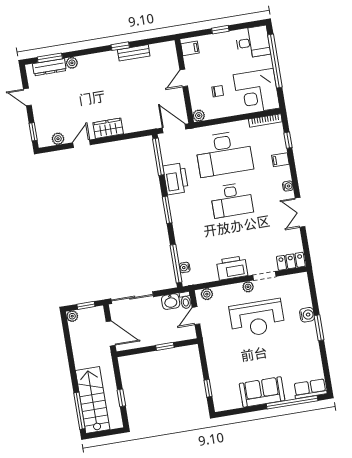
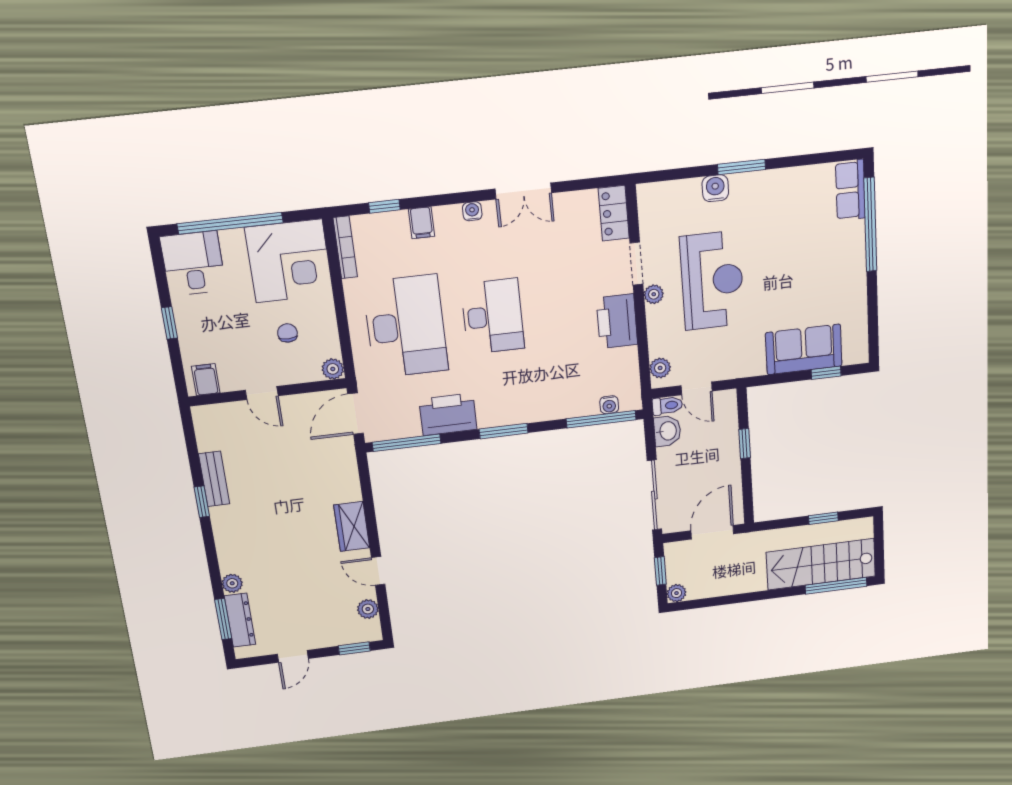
sofa: (262, 392) -> (804, 349), moved, turned 90

